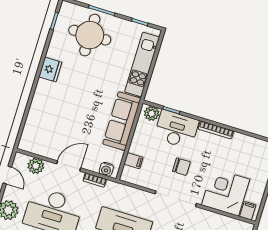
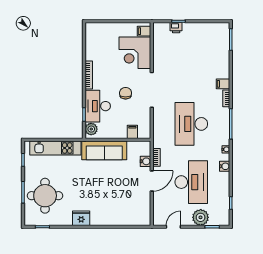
plant: (36, 166) -> (160, 207), removed
door: (69, 166) -> (152, 181), swing flipped
water cooler: (106, 169) -> (145, 161), moved

